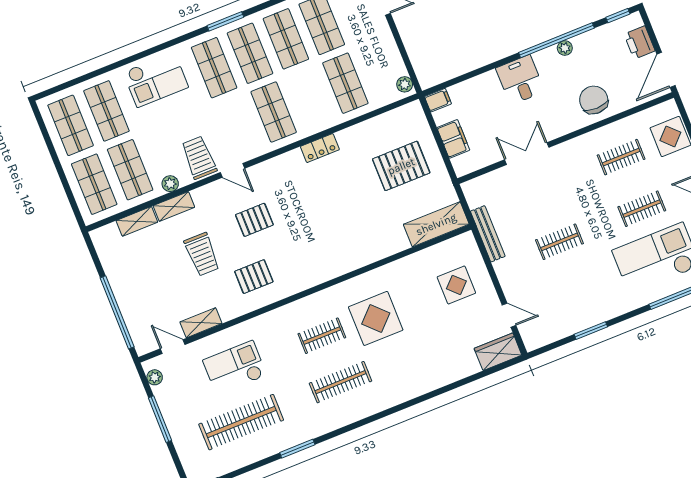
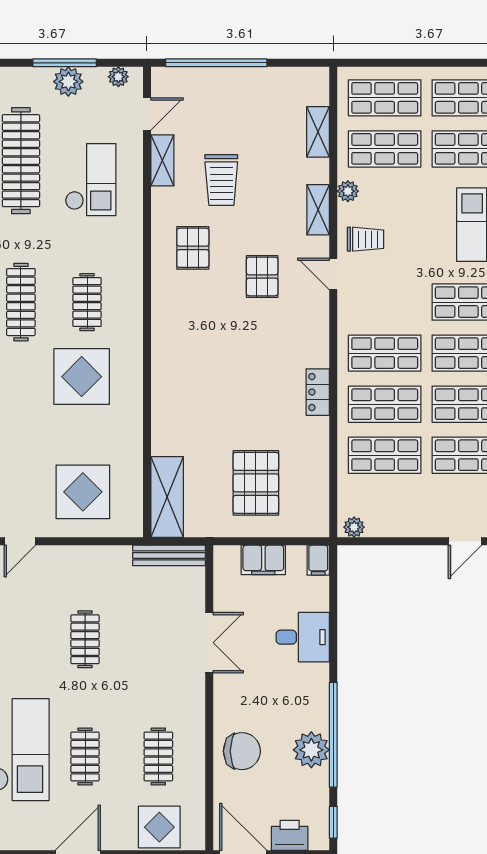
plant: (565, 48) -> (311, 750), width x1.88, depth x1.88
desk: (520, 80) -> (303, 637), moved
shop shelf: (309, 98) -> (385, 404), added
trolley: (199, 158) -> (366, 239), width x0.73, depth x0.72
door: (232, 170) -> (333, 274), hinge flipped
shelving: (174, 206) -> (318, 210), moved
bench: (488, 234) -> (169, 555), moved
trolley: (202, 254) -> (221, 180), moved, turned -90
display table: (456, 285) -> (83, 492), width x1.36, depth x1.36
plant: (172, 411) -> (68, 82), added

